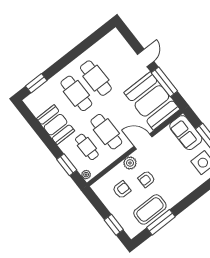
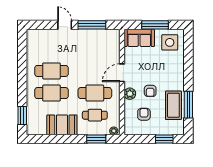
booth: (152, 101) -> (98, 44), removed

